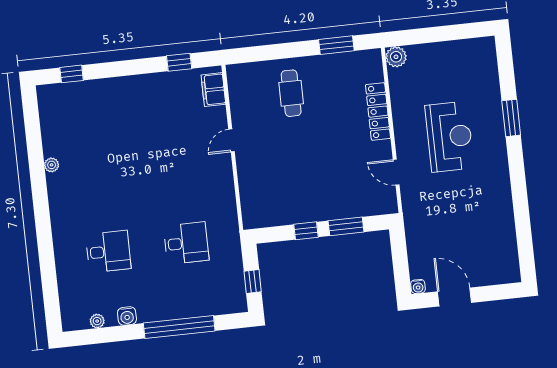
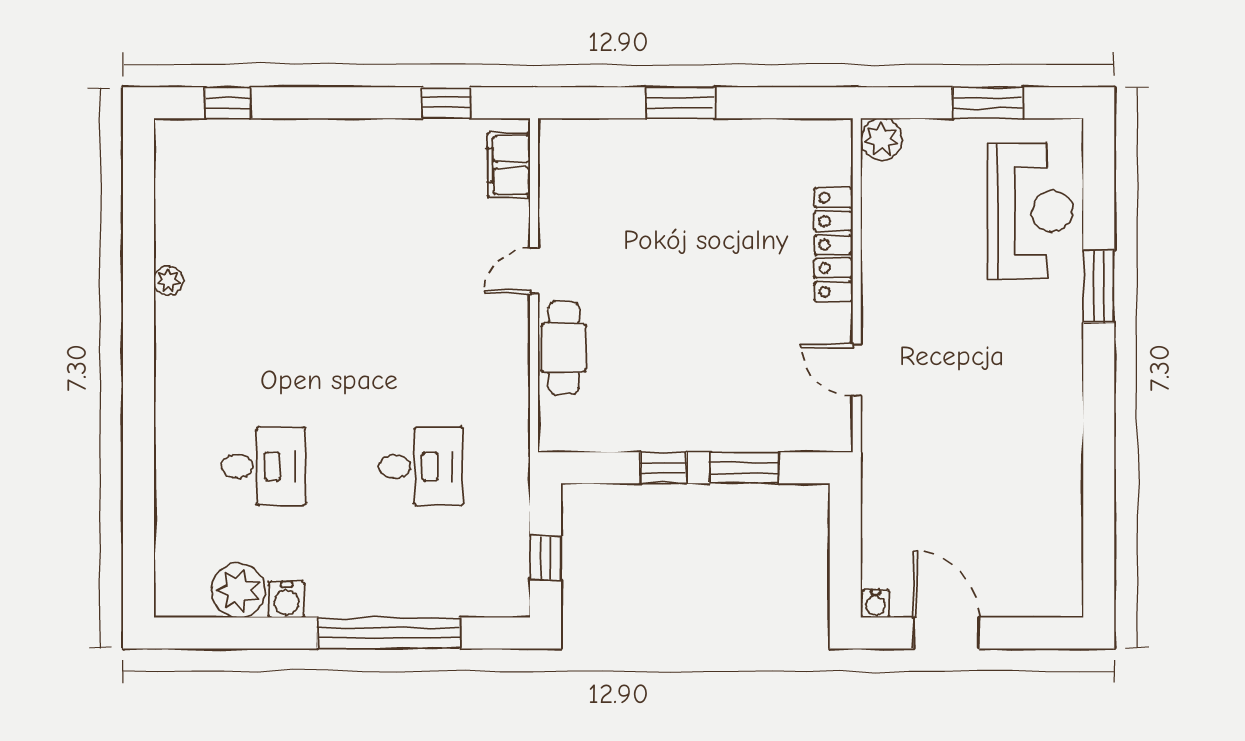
window: (447, 33) -> (988, 103), added
window: (336, 45) -> (680, 103), moved
cafe table: (291, 93) -> (564, 348), moved
reception desk: (449, 137) -> (1030, 211), moved
plant: (97, 321) -> (238, 590), width x1.88, depth x1.88

